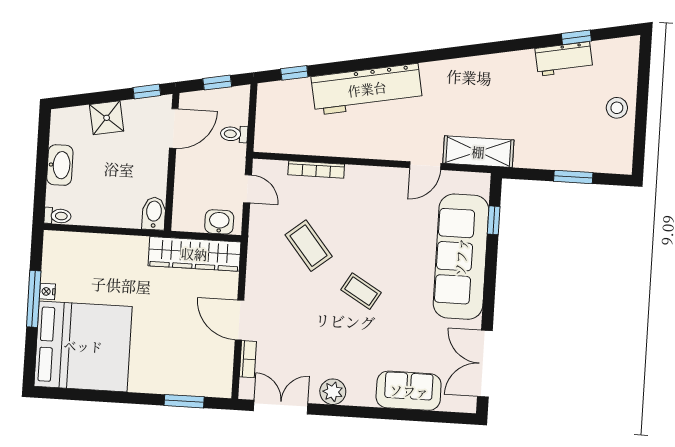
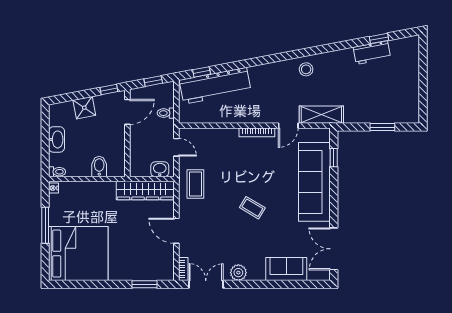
workbench: (367, 89) -> (215, 86), moved
stool: (617, 108) -> (306, 69), moved
bookcase: (316, 169) -> (257, 132), moved
bidet: (154, 213) -> (99, 166), moved
coffee table: (309, 246) -> (195, 184), moved, turned 39
nightstand: (47, 291) -> (53, 188), moved
bookcase: (248, 359) -> (183, 269), moved

